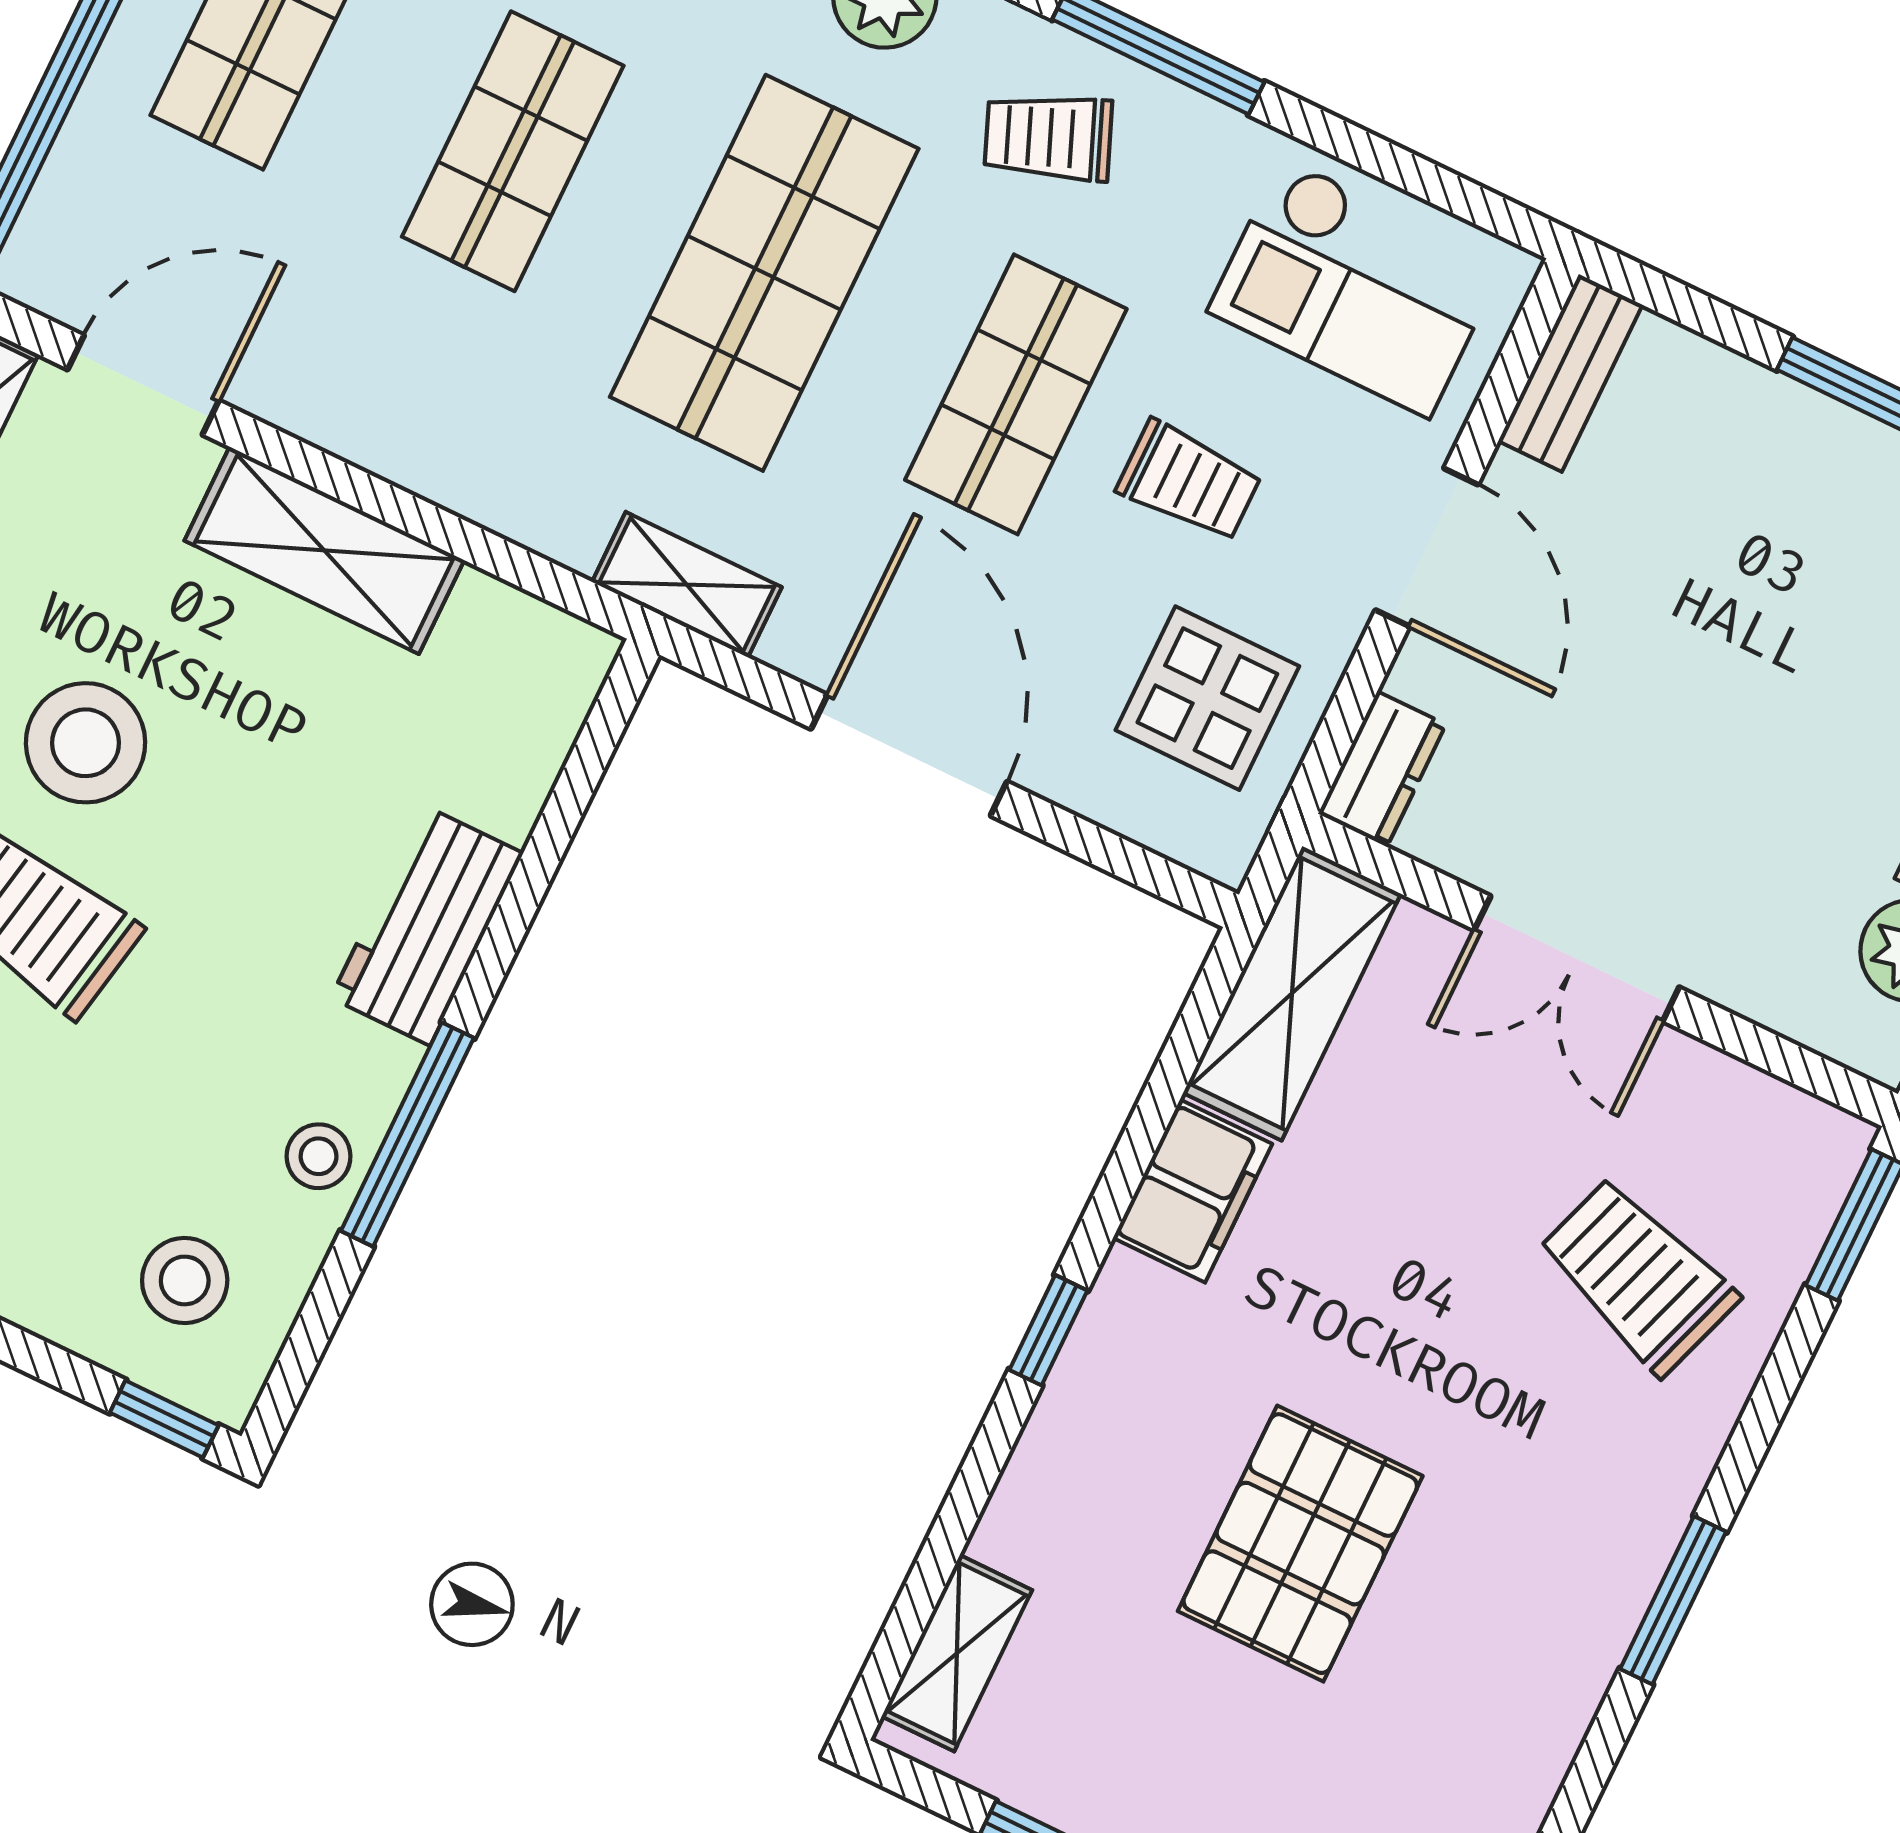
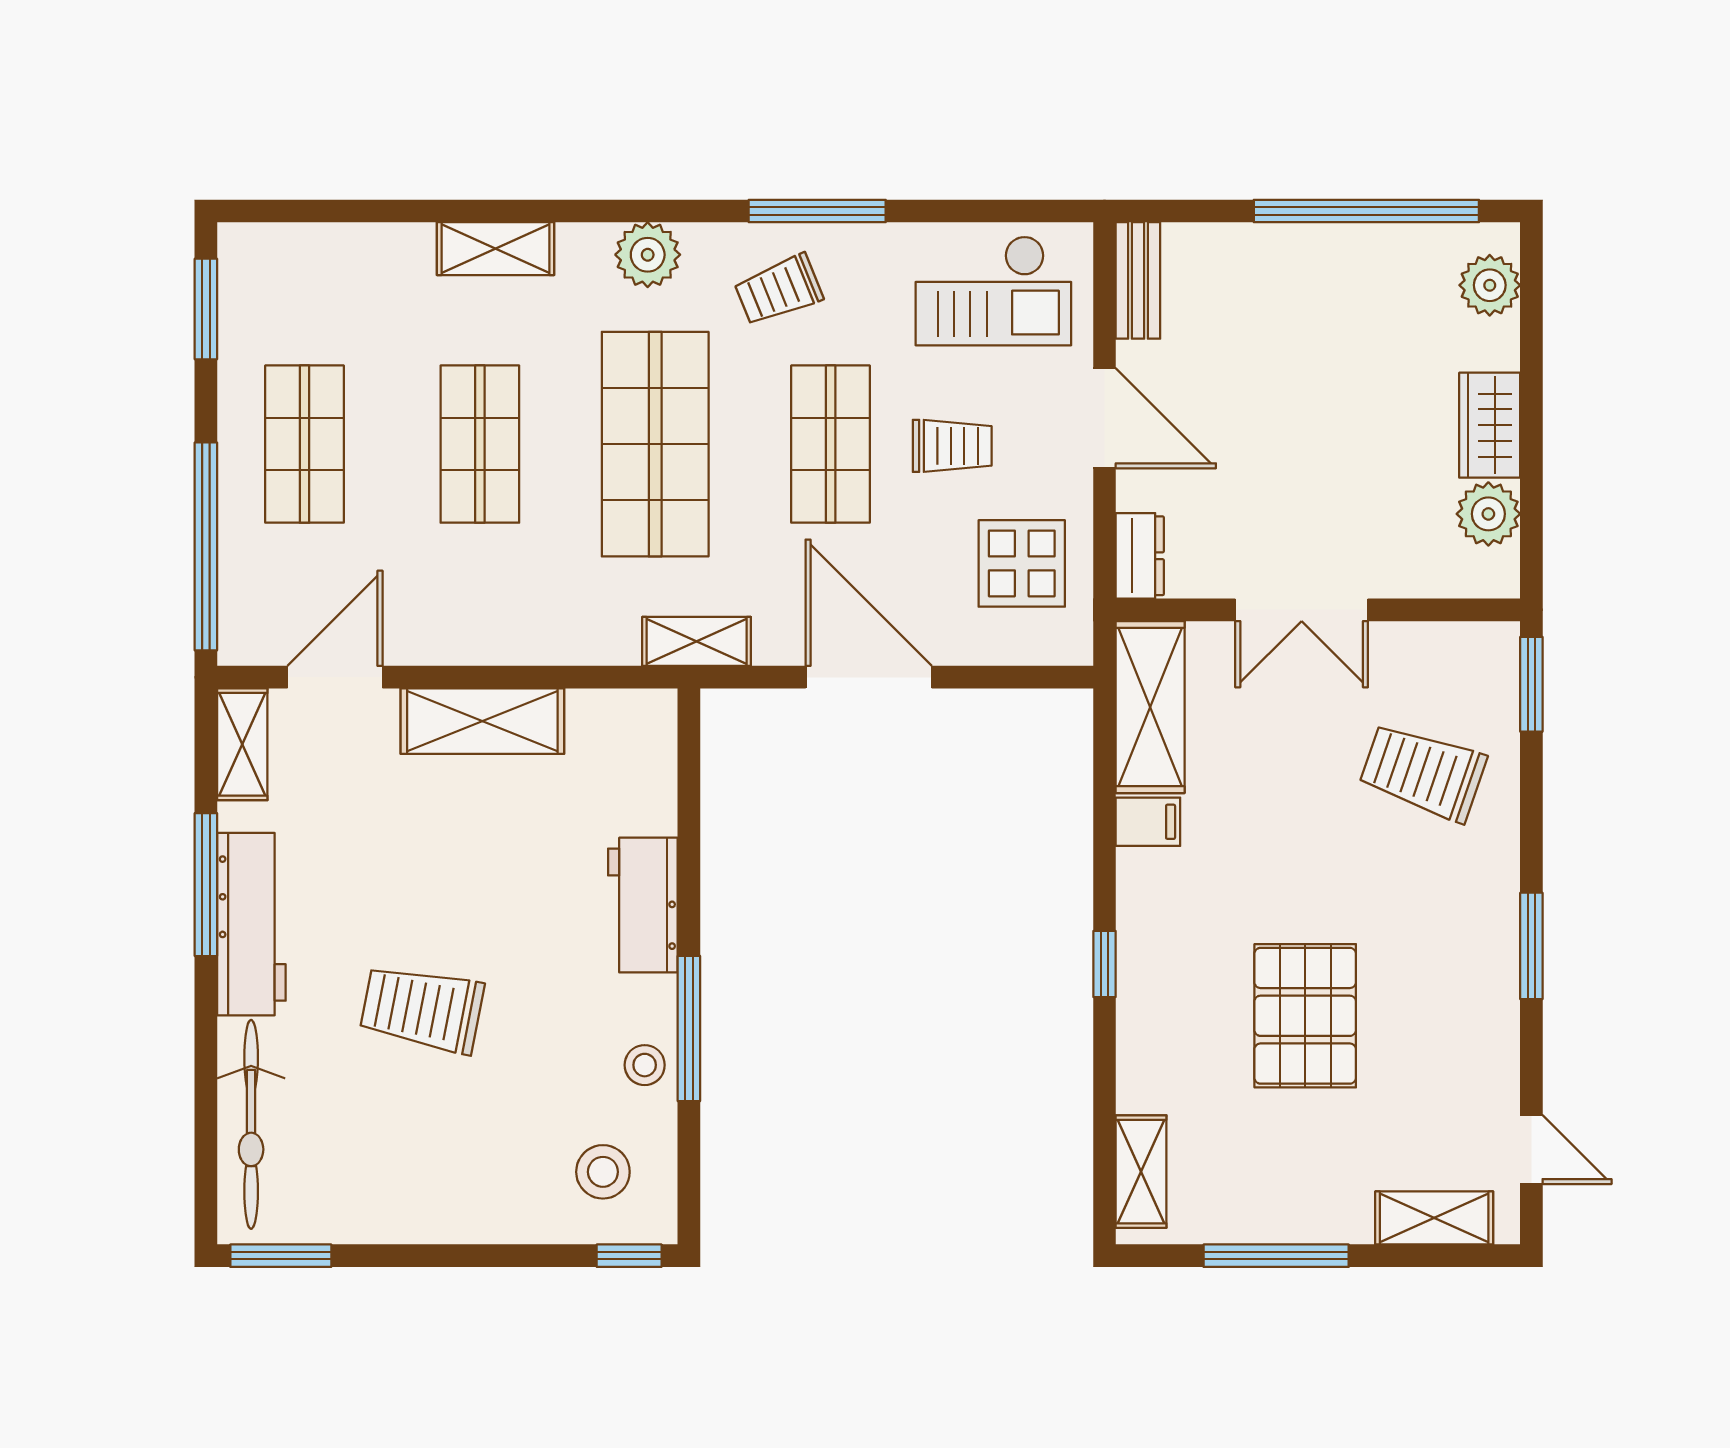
stool: (86, 743) -> (400, 895), removed
filing cabinet: (1193, 1191) -> (1148, 822), width x0.50

